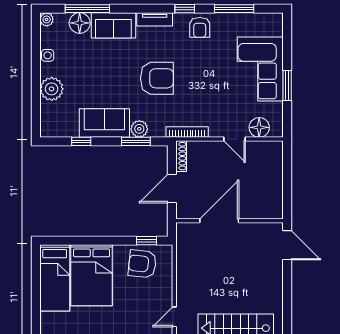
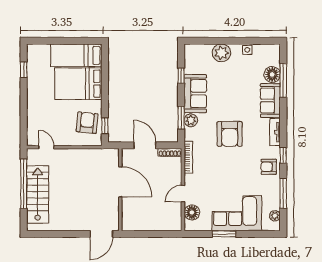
plant: (47, 19) -> (275, 216), moved

